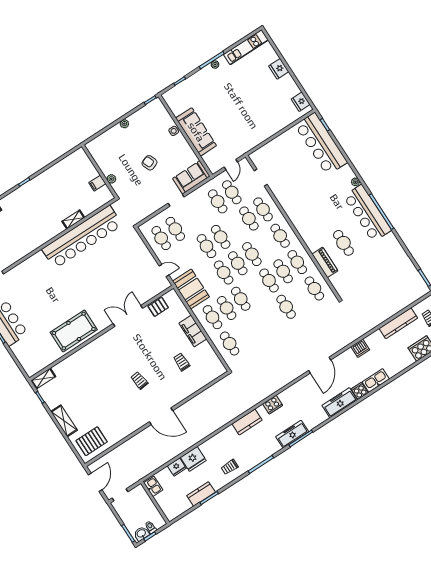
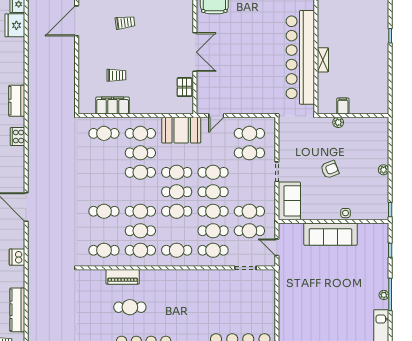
cafe table: (235, 228) -> (213, 211), added
filing cabinet: (193, 331) -> (113, 105), moved

